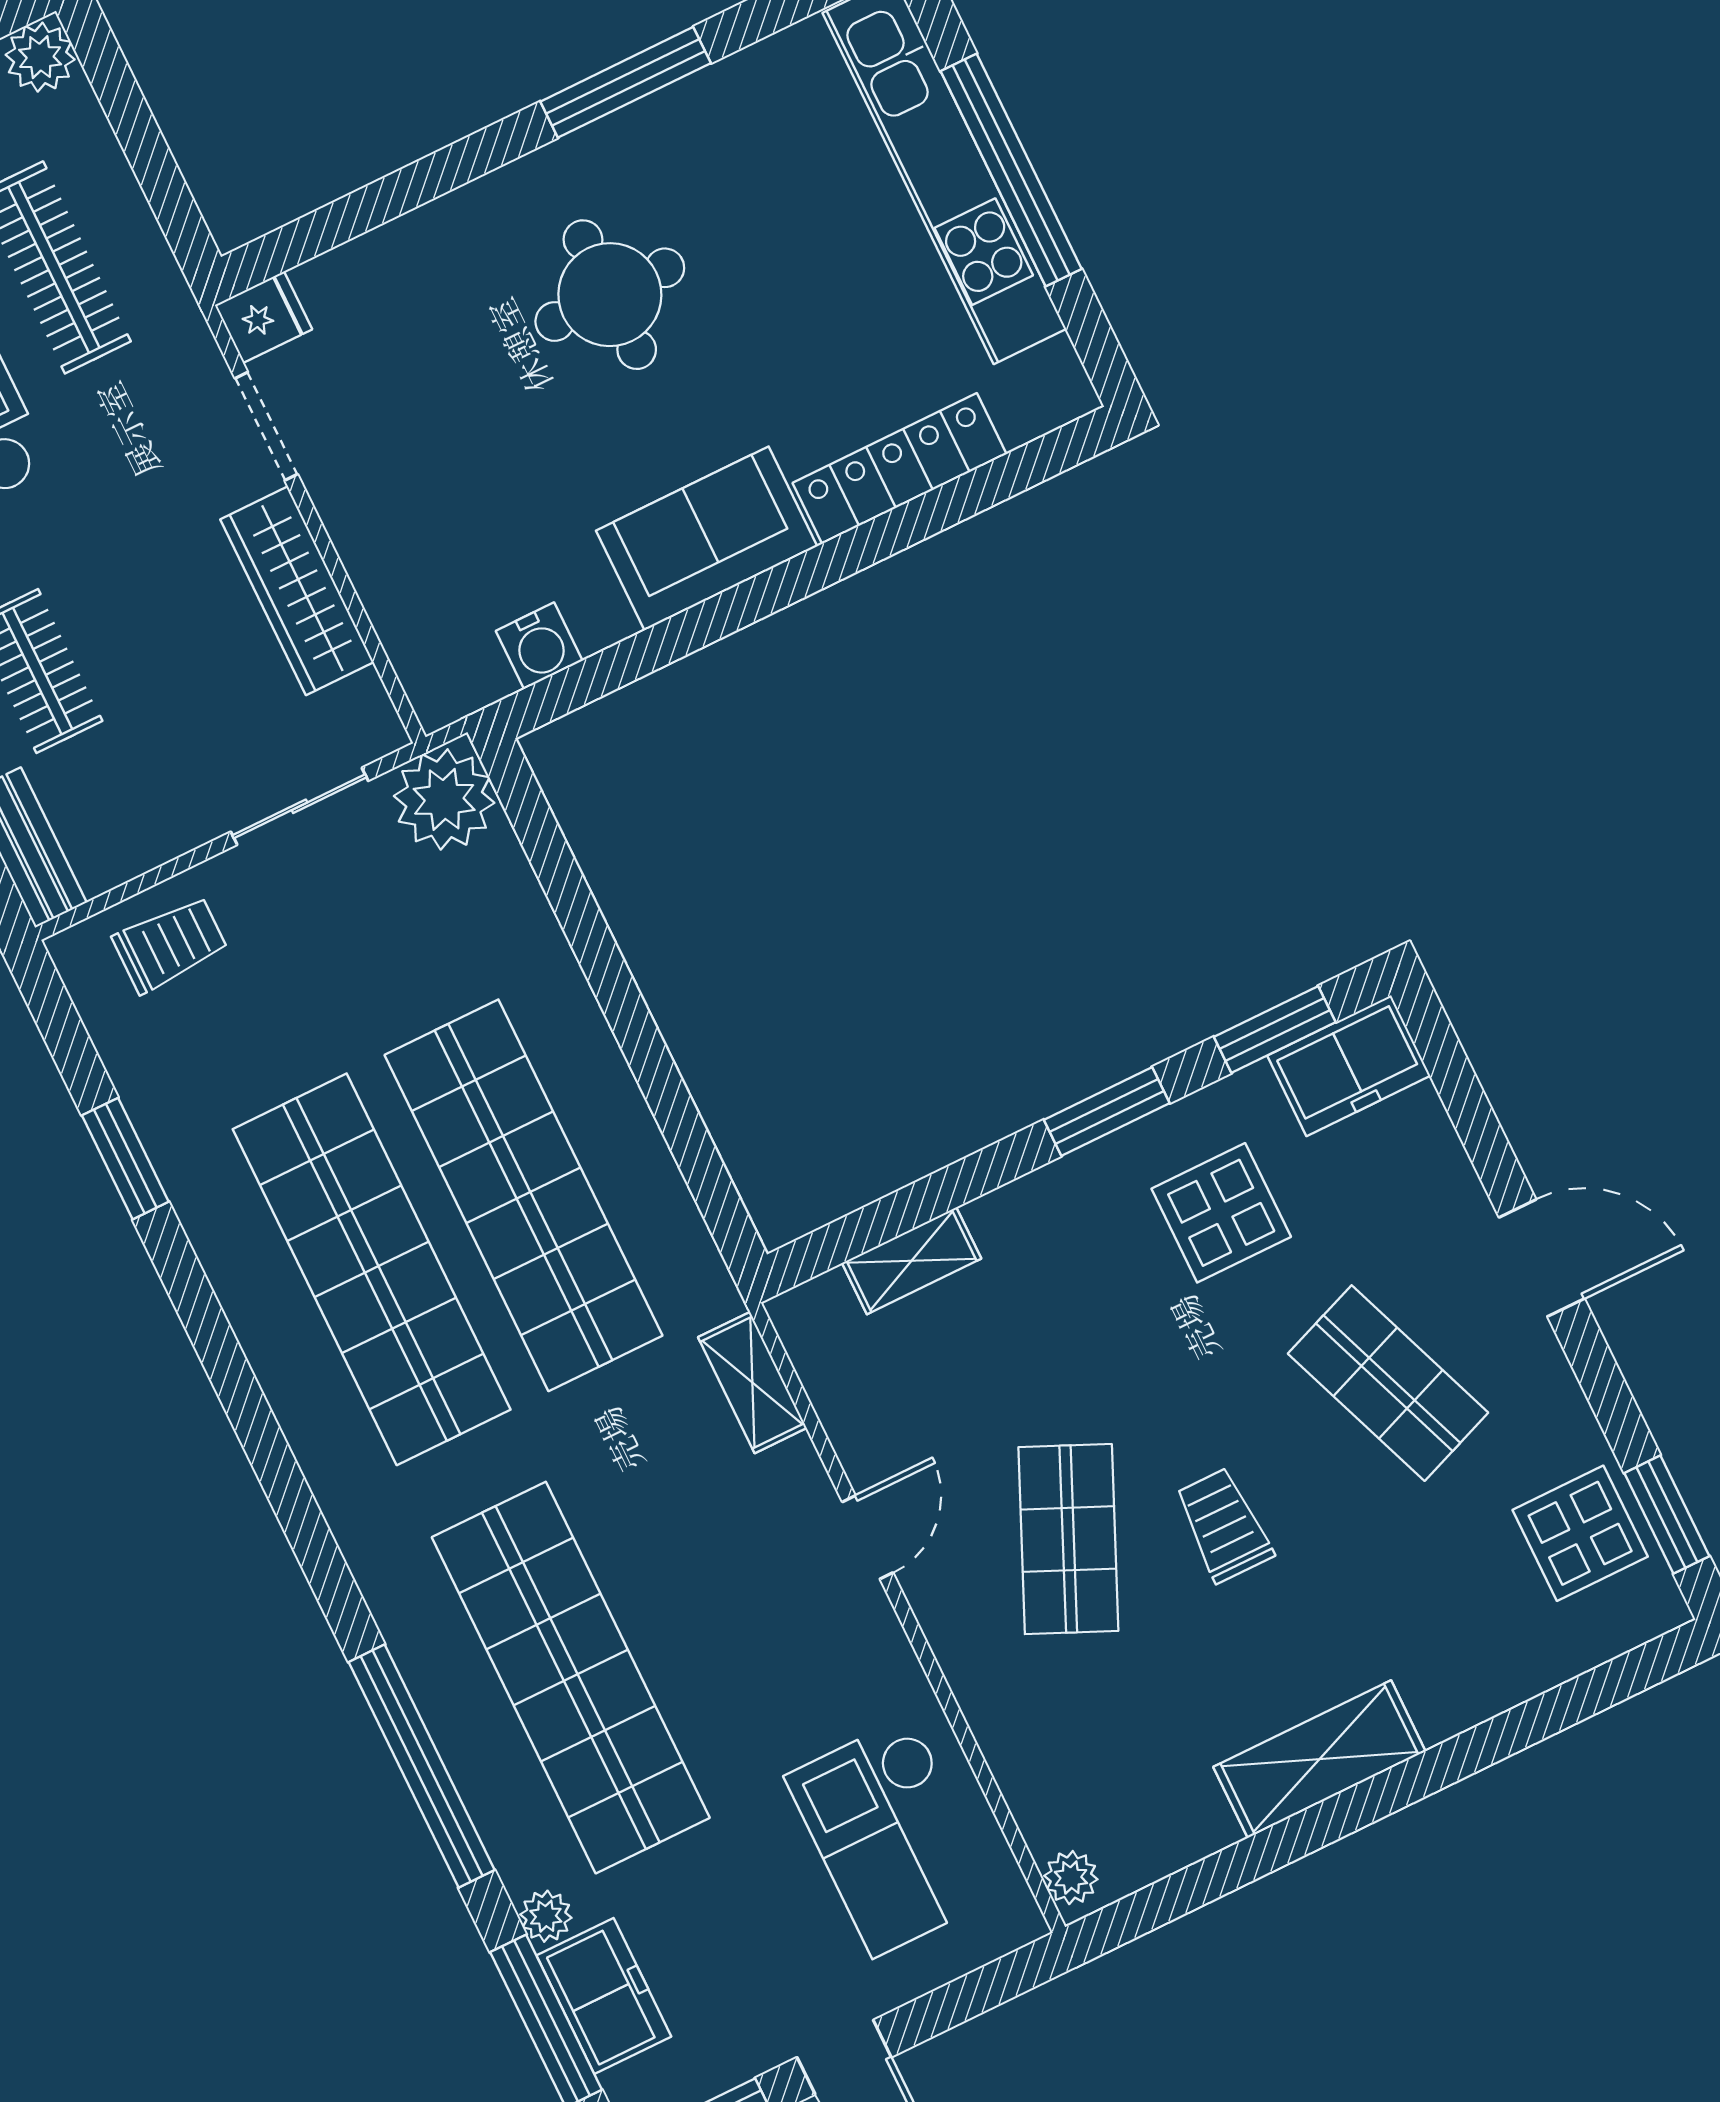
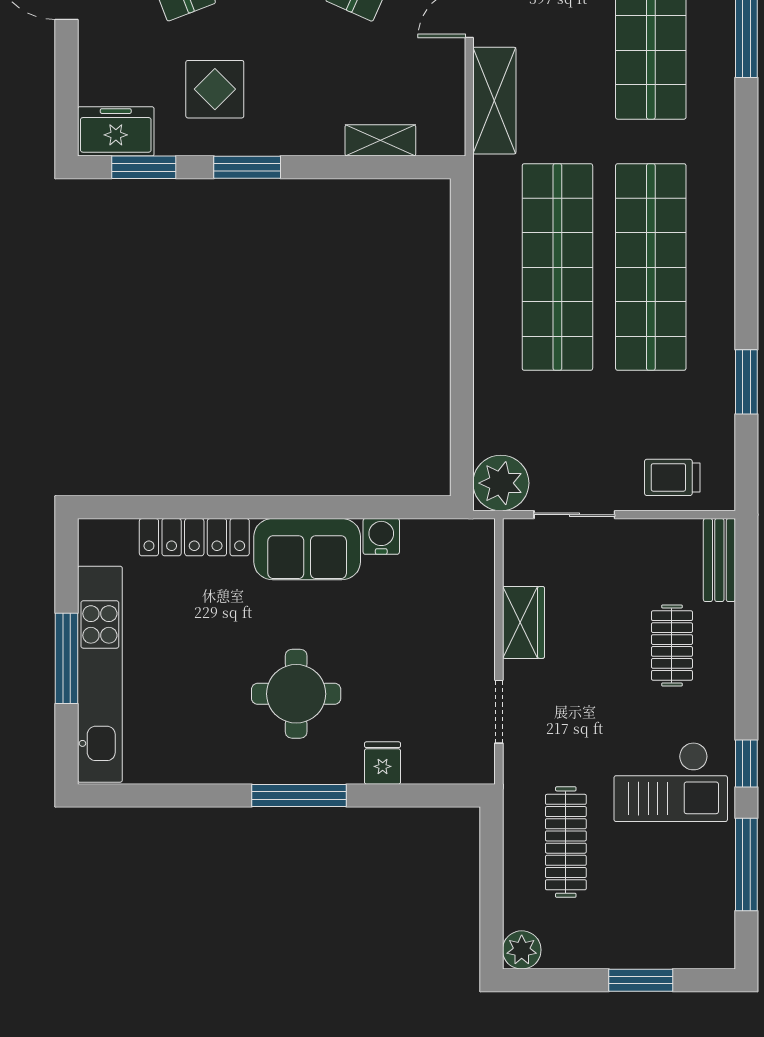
window: (626, 82) -> (299, 796), moved
window: (1011, 170) -> (66, 658), width x0.68
fridge: (263, 317) -> (383, 763), moved, turned 90
wardrobe: (297, 591) -> (523, 622), width x0.67
water cooler: (539, 646) -> (381, 536), moved
shelving: (752, 1383) -> (494, 101), width x1.50, depth x1.33

